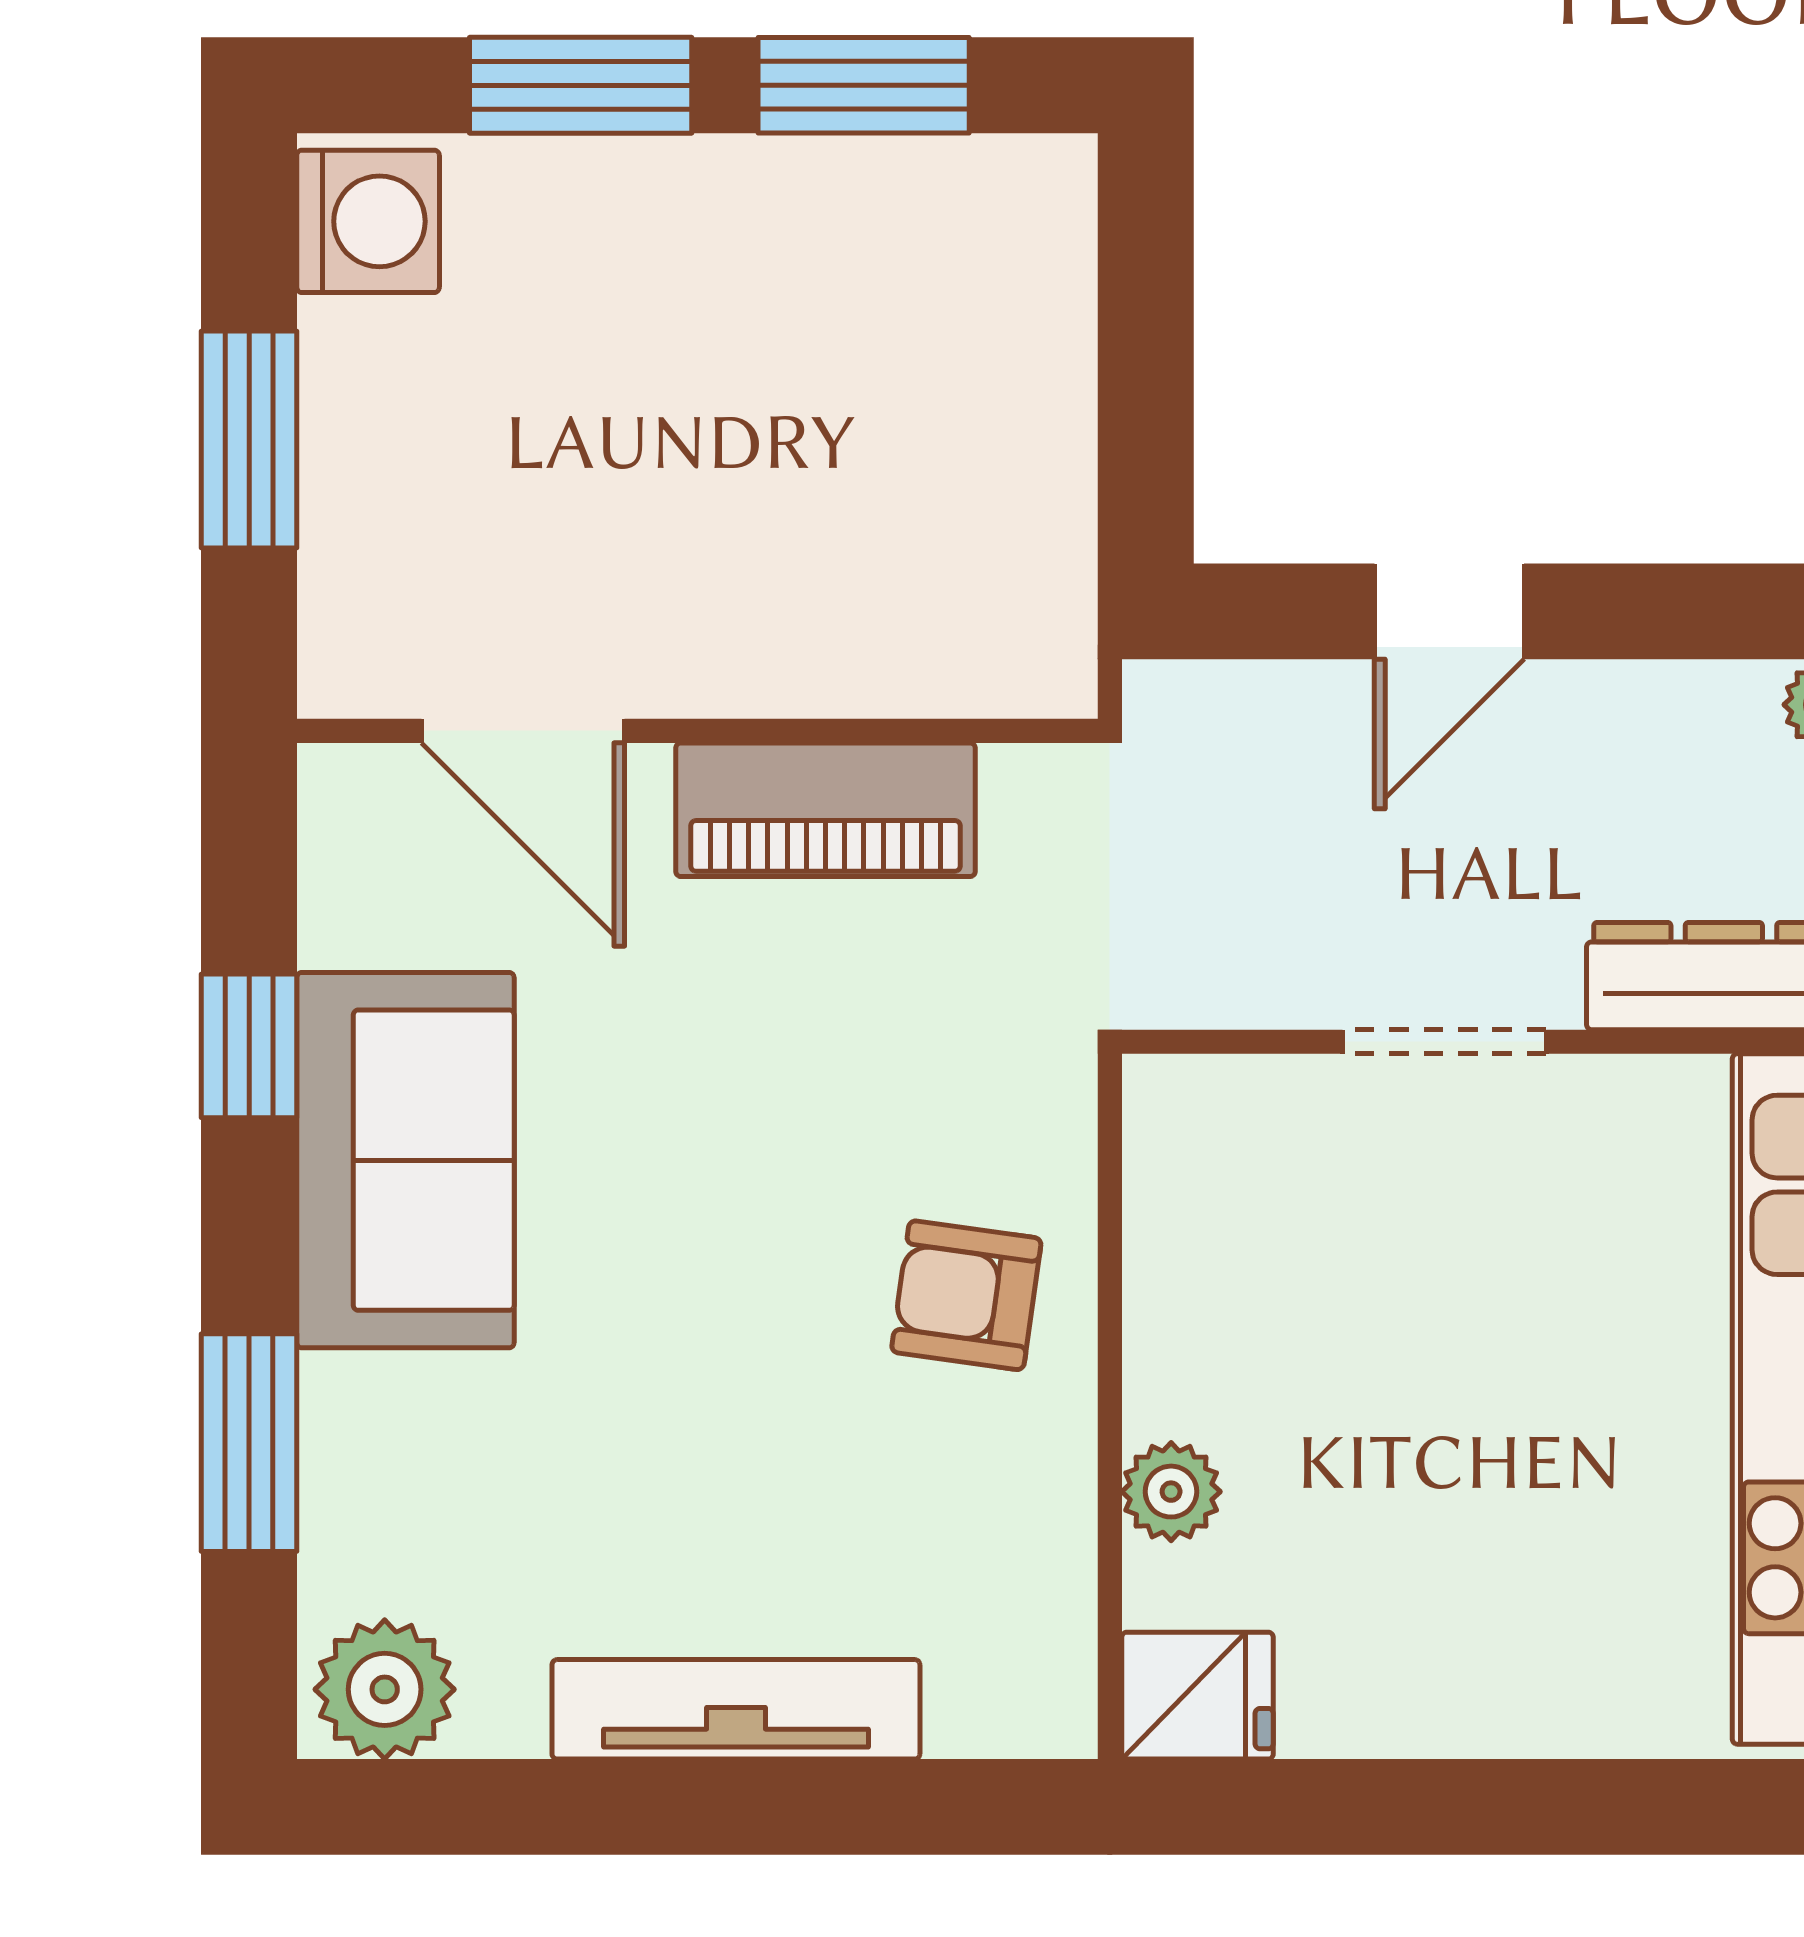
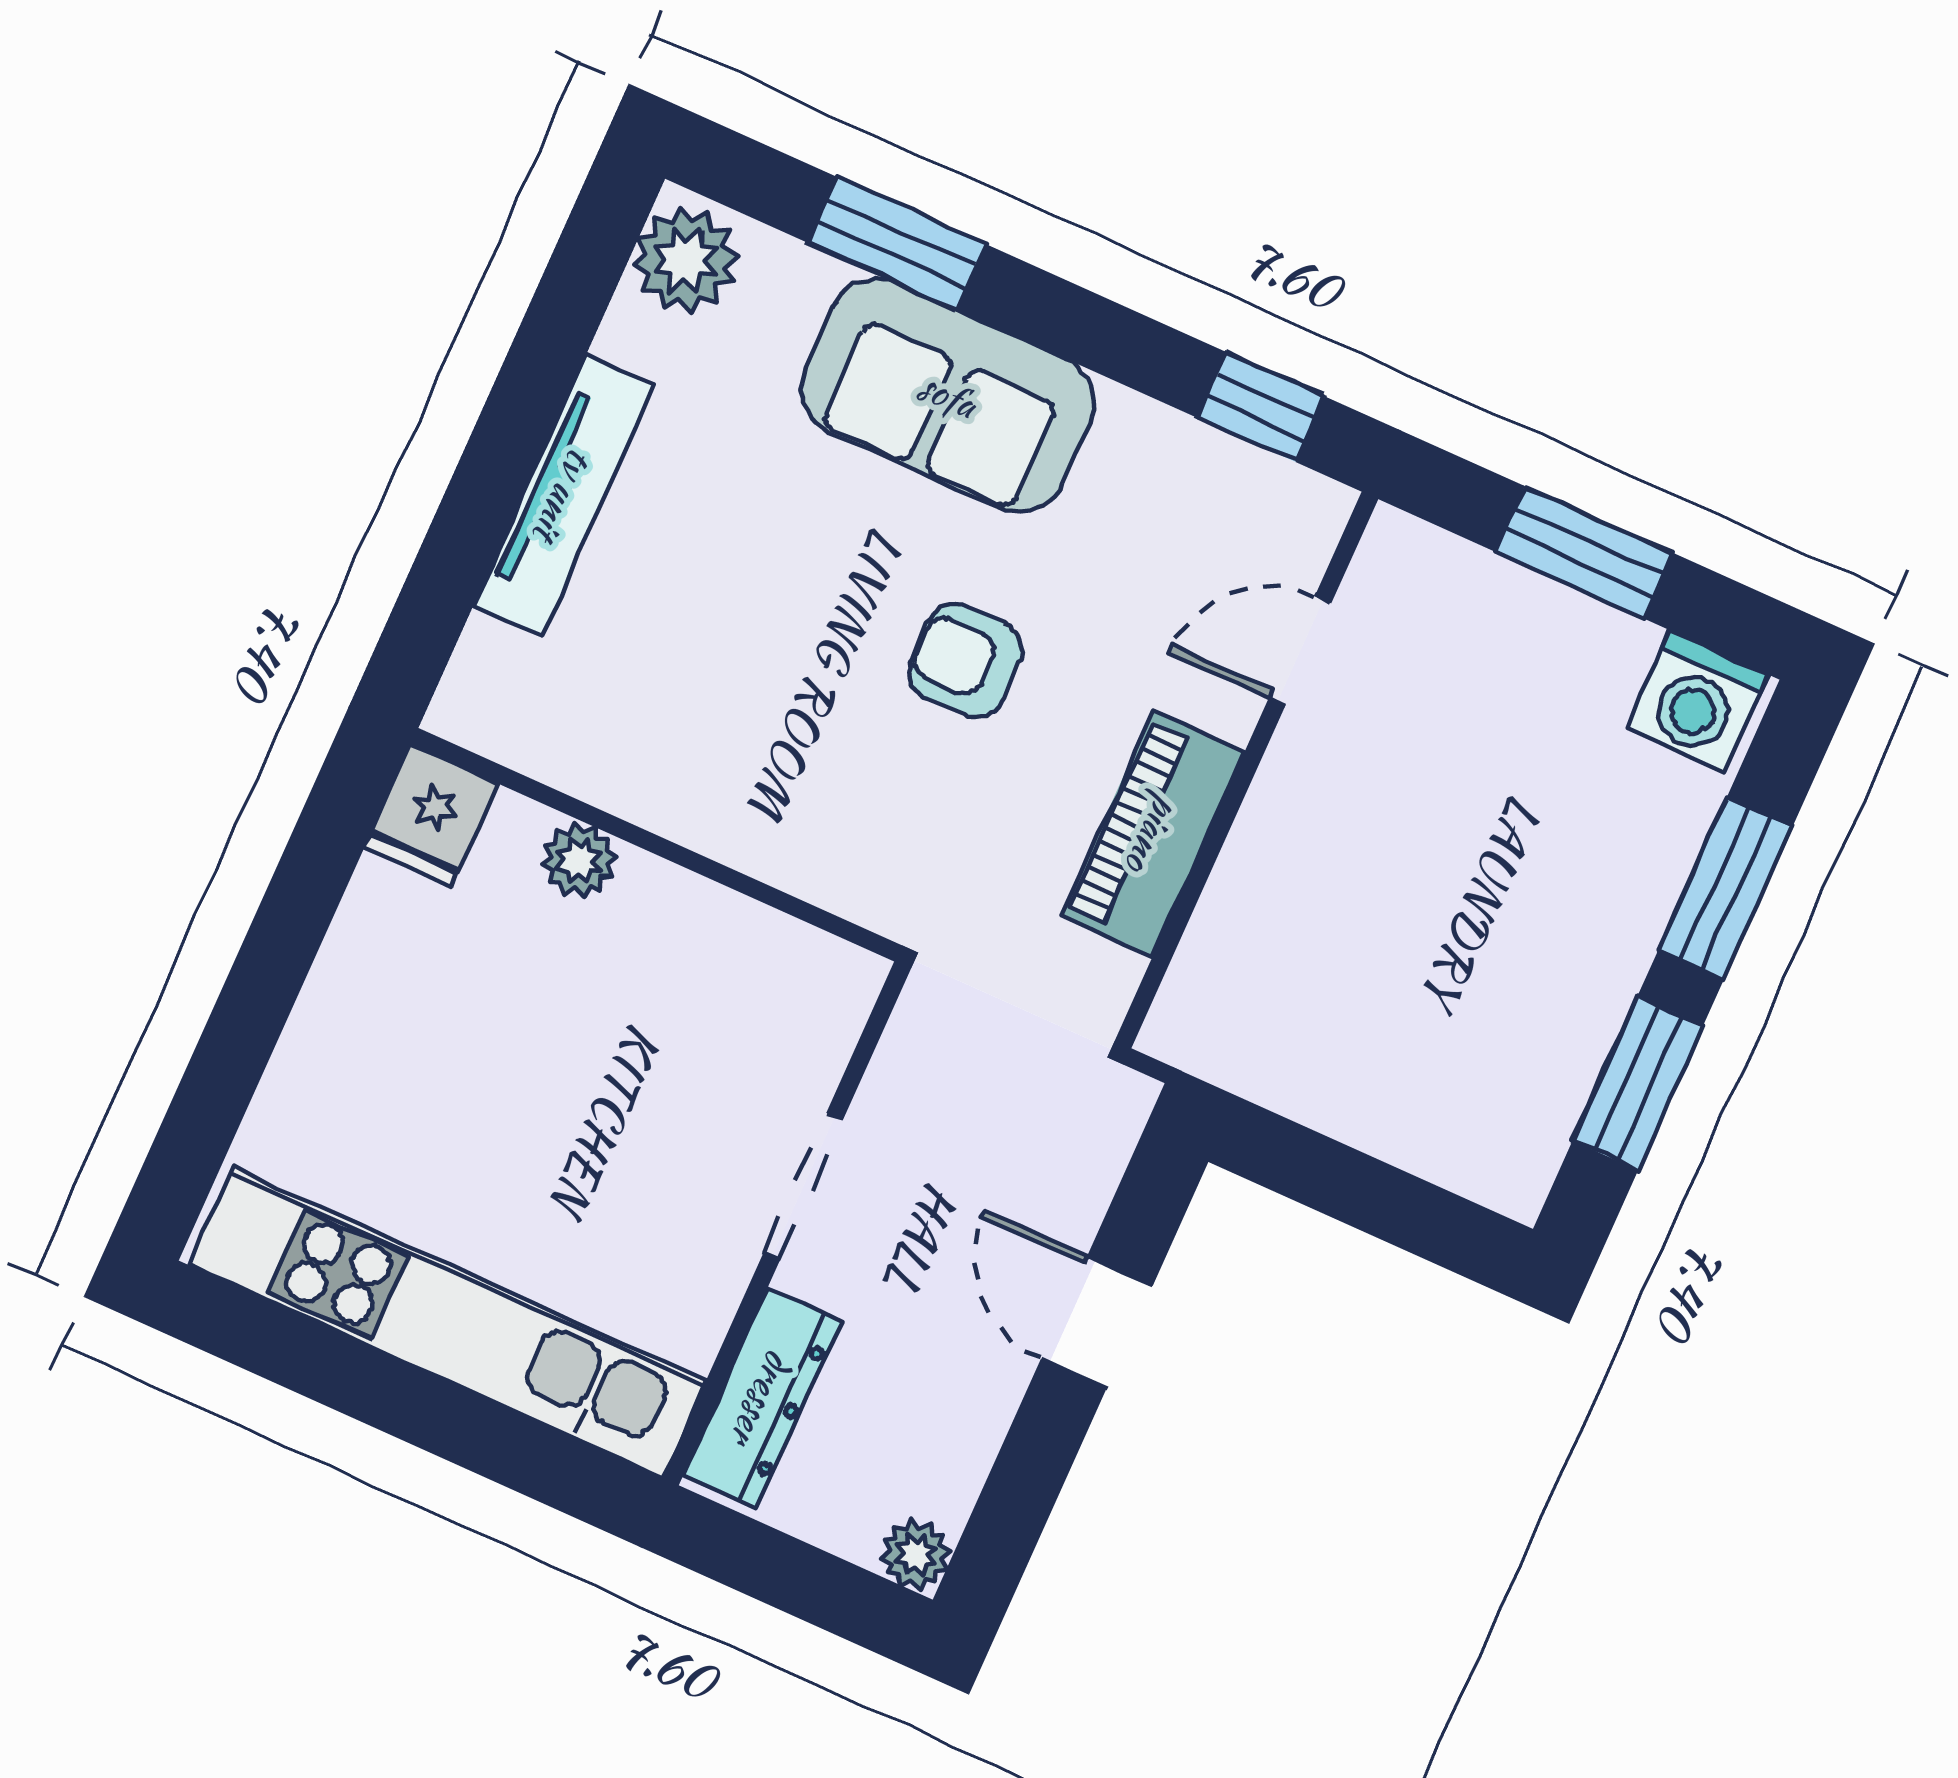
door: (523, 731) -> (1300, 650), width x0.73
window: (249, 1046) -> (1261, 407), moved
sofa: (405, 1160) -> (948, 395), moved
armchair: (966, 1295) -> (965, 661), moved, turned -98

